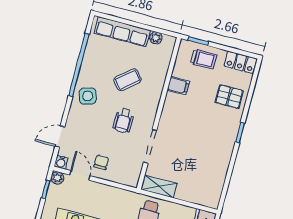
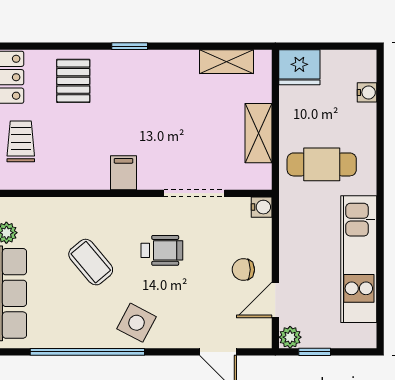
filing cabinet: (178, 86) -> (123, 173), moved
side table: (88, 96) -> (136, 323), turned 45
water cooler: (61, 162) -> (262, 207), moved
shelving: (217, 183) -> (227, 62), added
shelving: (159, 186) -> (259, 133), moved

